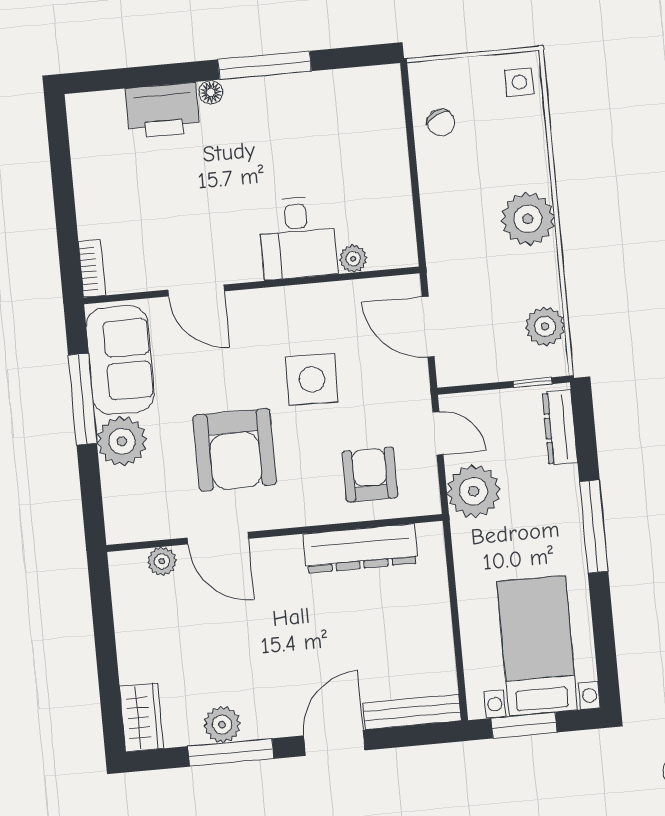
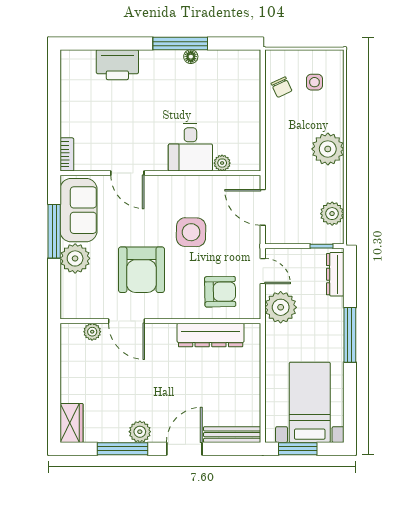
side table: (519, 82) -> (314, 82), moved
floor lamp: (211, 92) -> (191, 57), moved
armchair: (370, 474) -> (220, 292), turned 89
plant: (222, 725) -> (140, 432), moved

